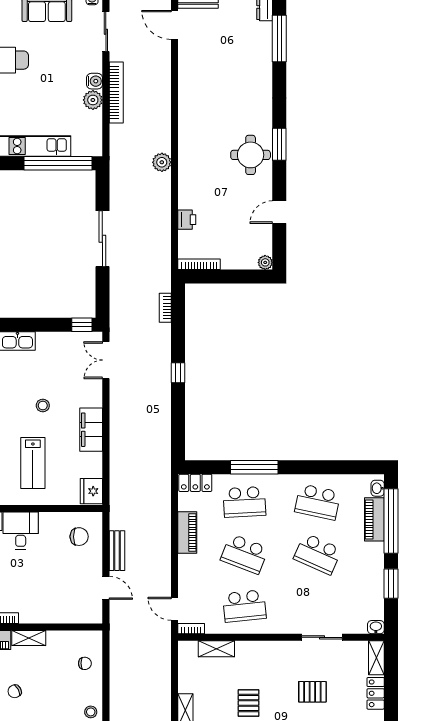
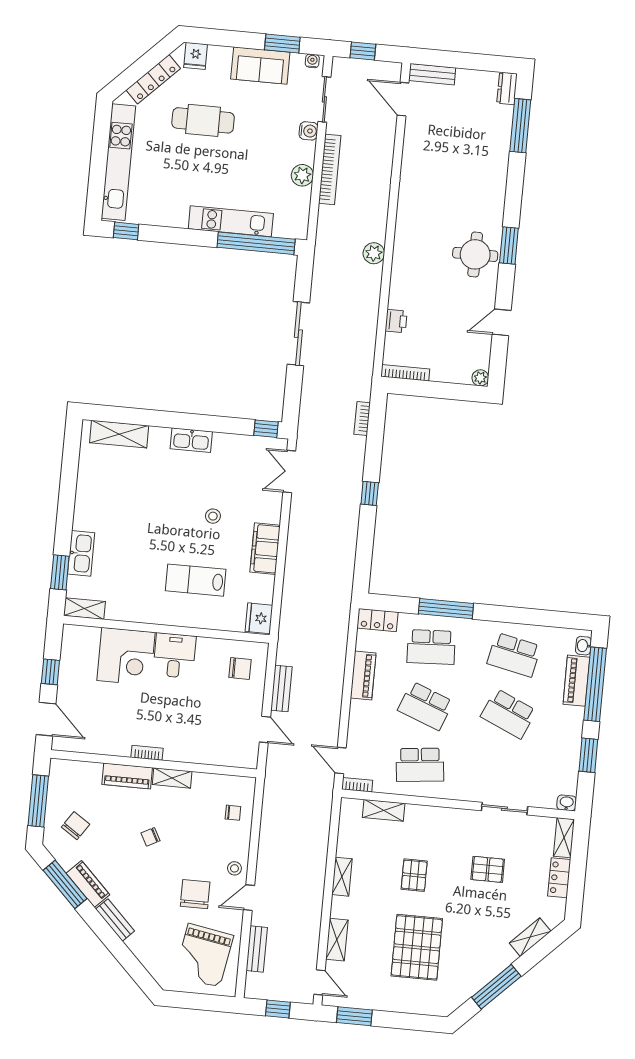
water cooler: (95, 81) -> (309, 131), moved
lab bench: (33, 463) -> (196, 580), turned 90

